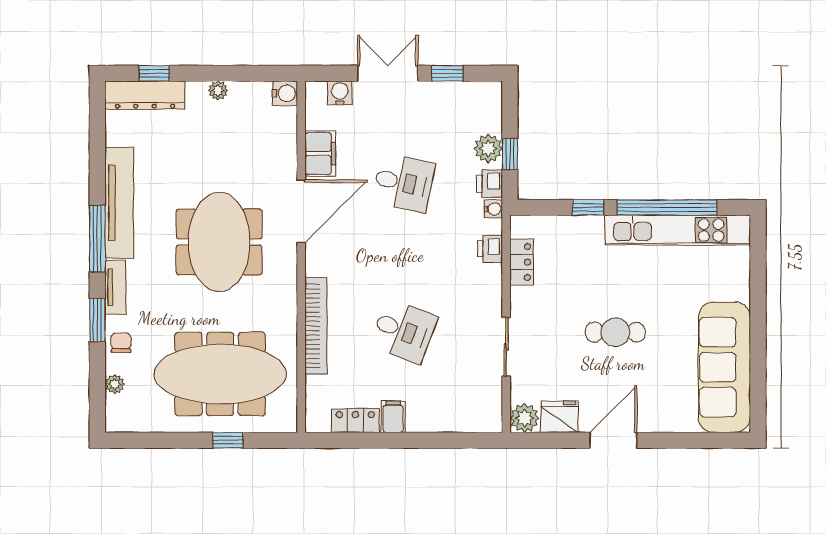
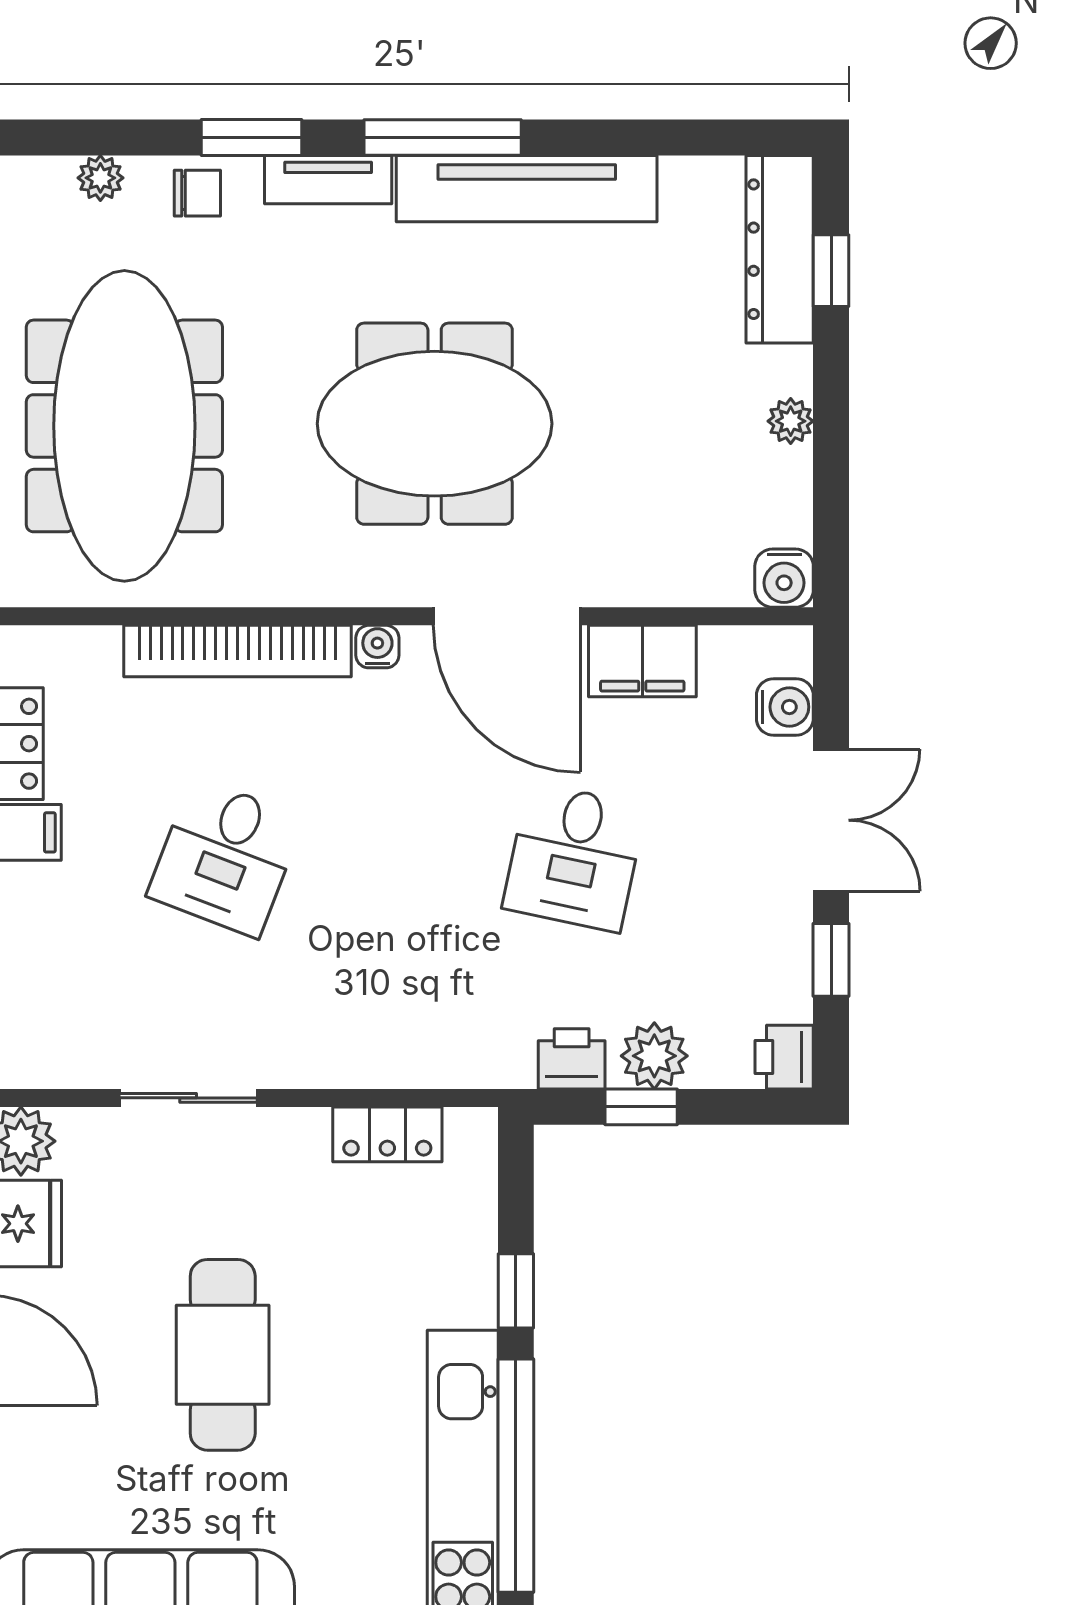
water cooler: (493, 209) -> (377, 647), moved, turned 180
printer: (490, 249) -> (784, 1057), moved, turned -90
cafe table: (615, 332) -> (223, 1355), width x1.37, depth x1.35

